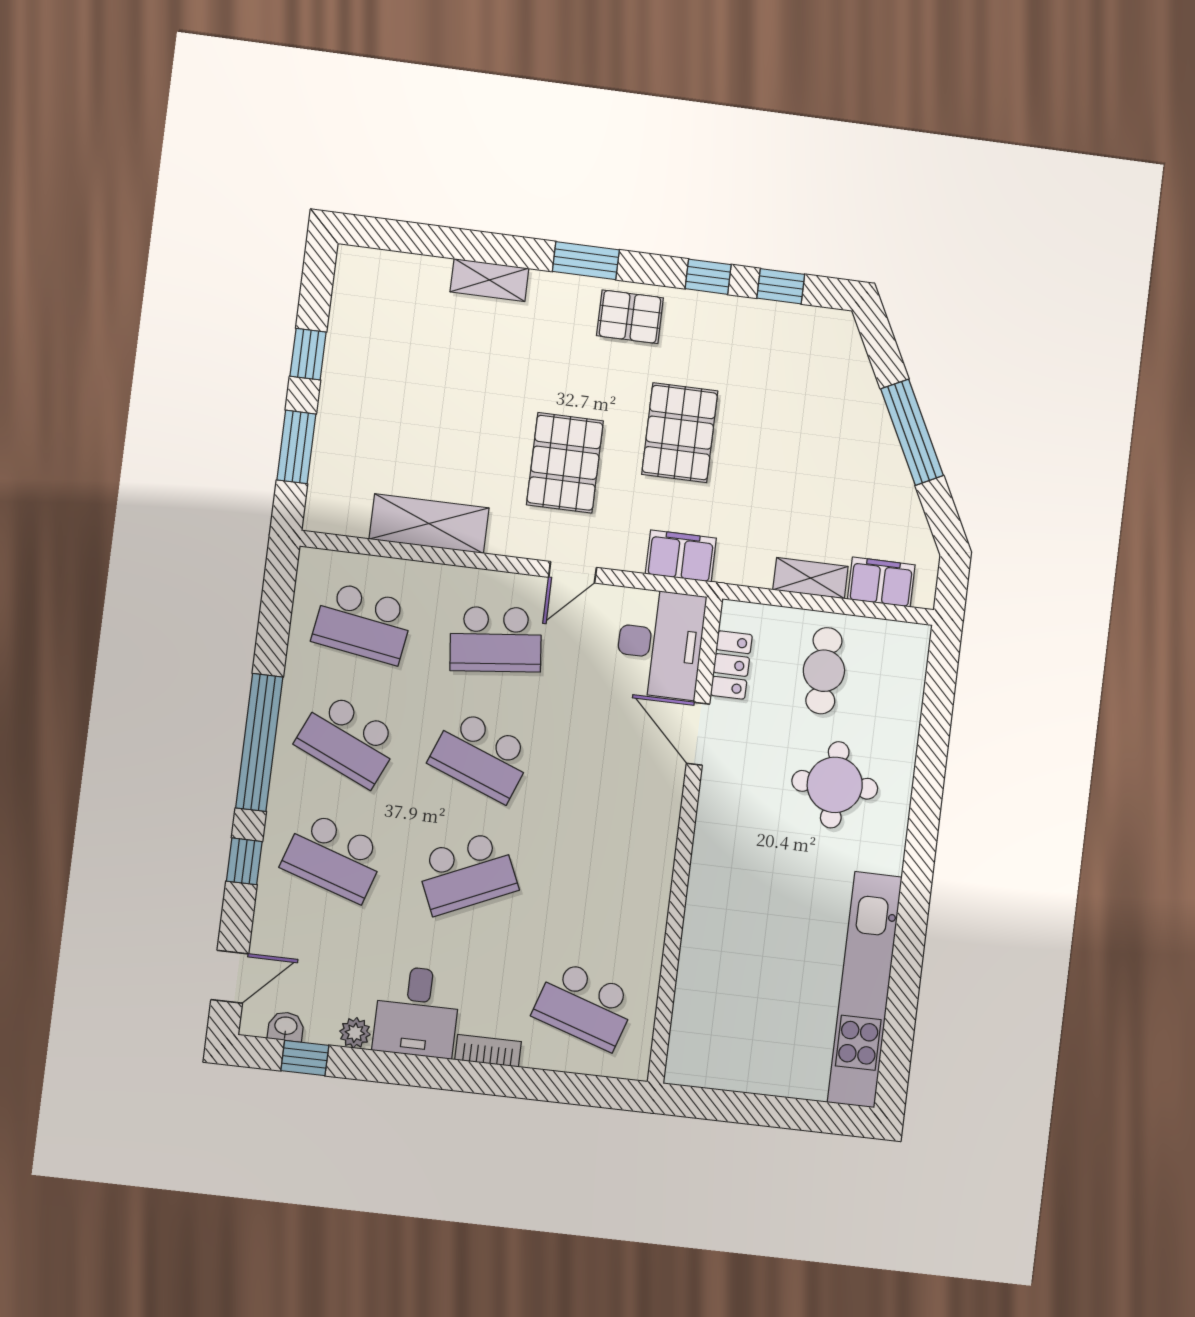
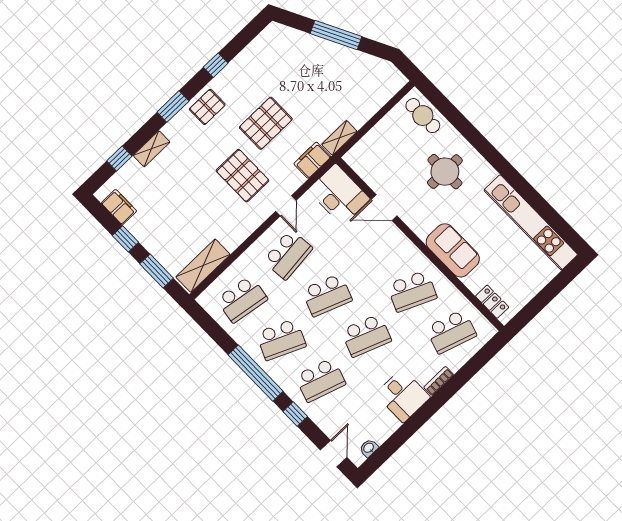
window: (781, 286) -> (119, 158), moved
pallet: (680, 433) -> (266, 123), turned 90
shelving: (429, 524) -> (203, 266), moved
shelving: (811, 578) -> (339, 138), moved
filing cabinet: (881, 582) -> (119, 207), moved, turned 90
locker: (731, 665) -> (492, 302), moved
cafe table: (824, 671) -> (423, 116), moved
school desk: (467, 873) -> (366, 336), turned 45
school desk: (599, 889) -> (412, 291), added
sofa: (718, 901) -> (453, 250), added
plant: (355, 1033) -> (392, 425), removed
window: (305, 1058) -> (386, 450), removed

